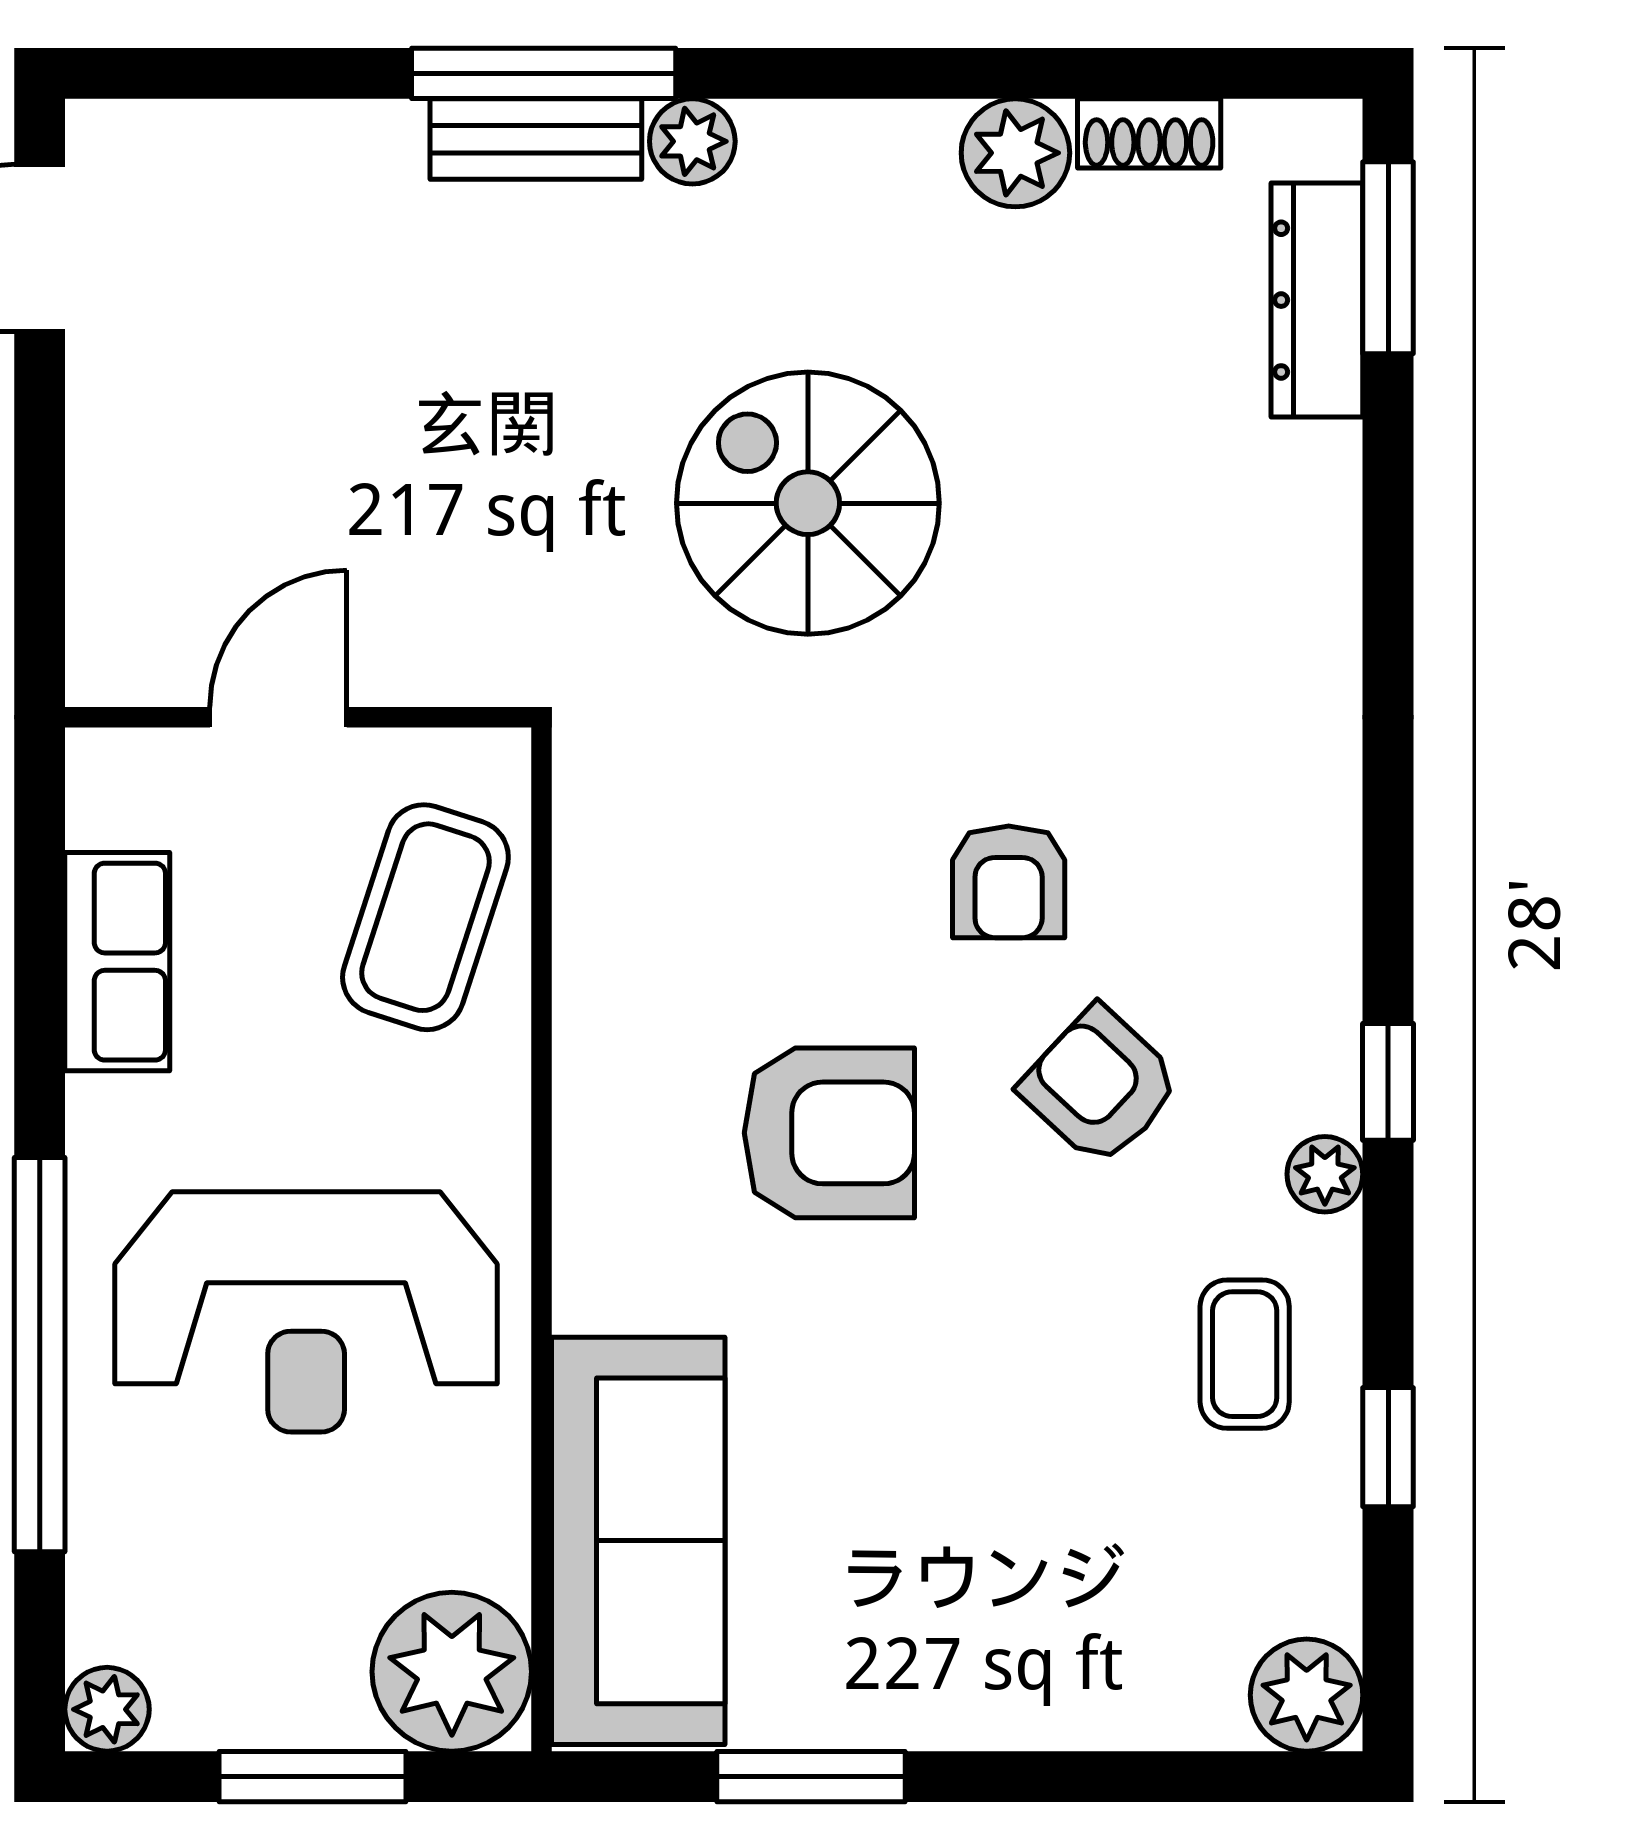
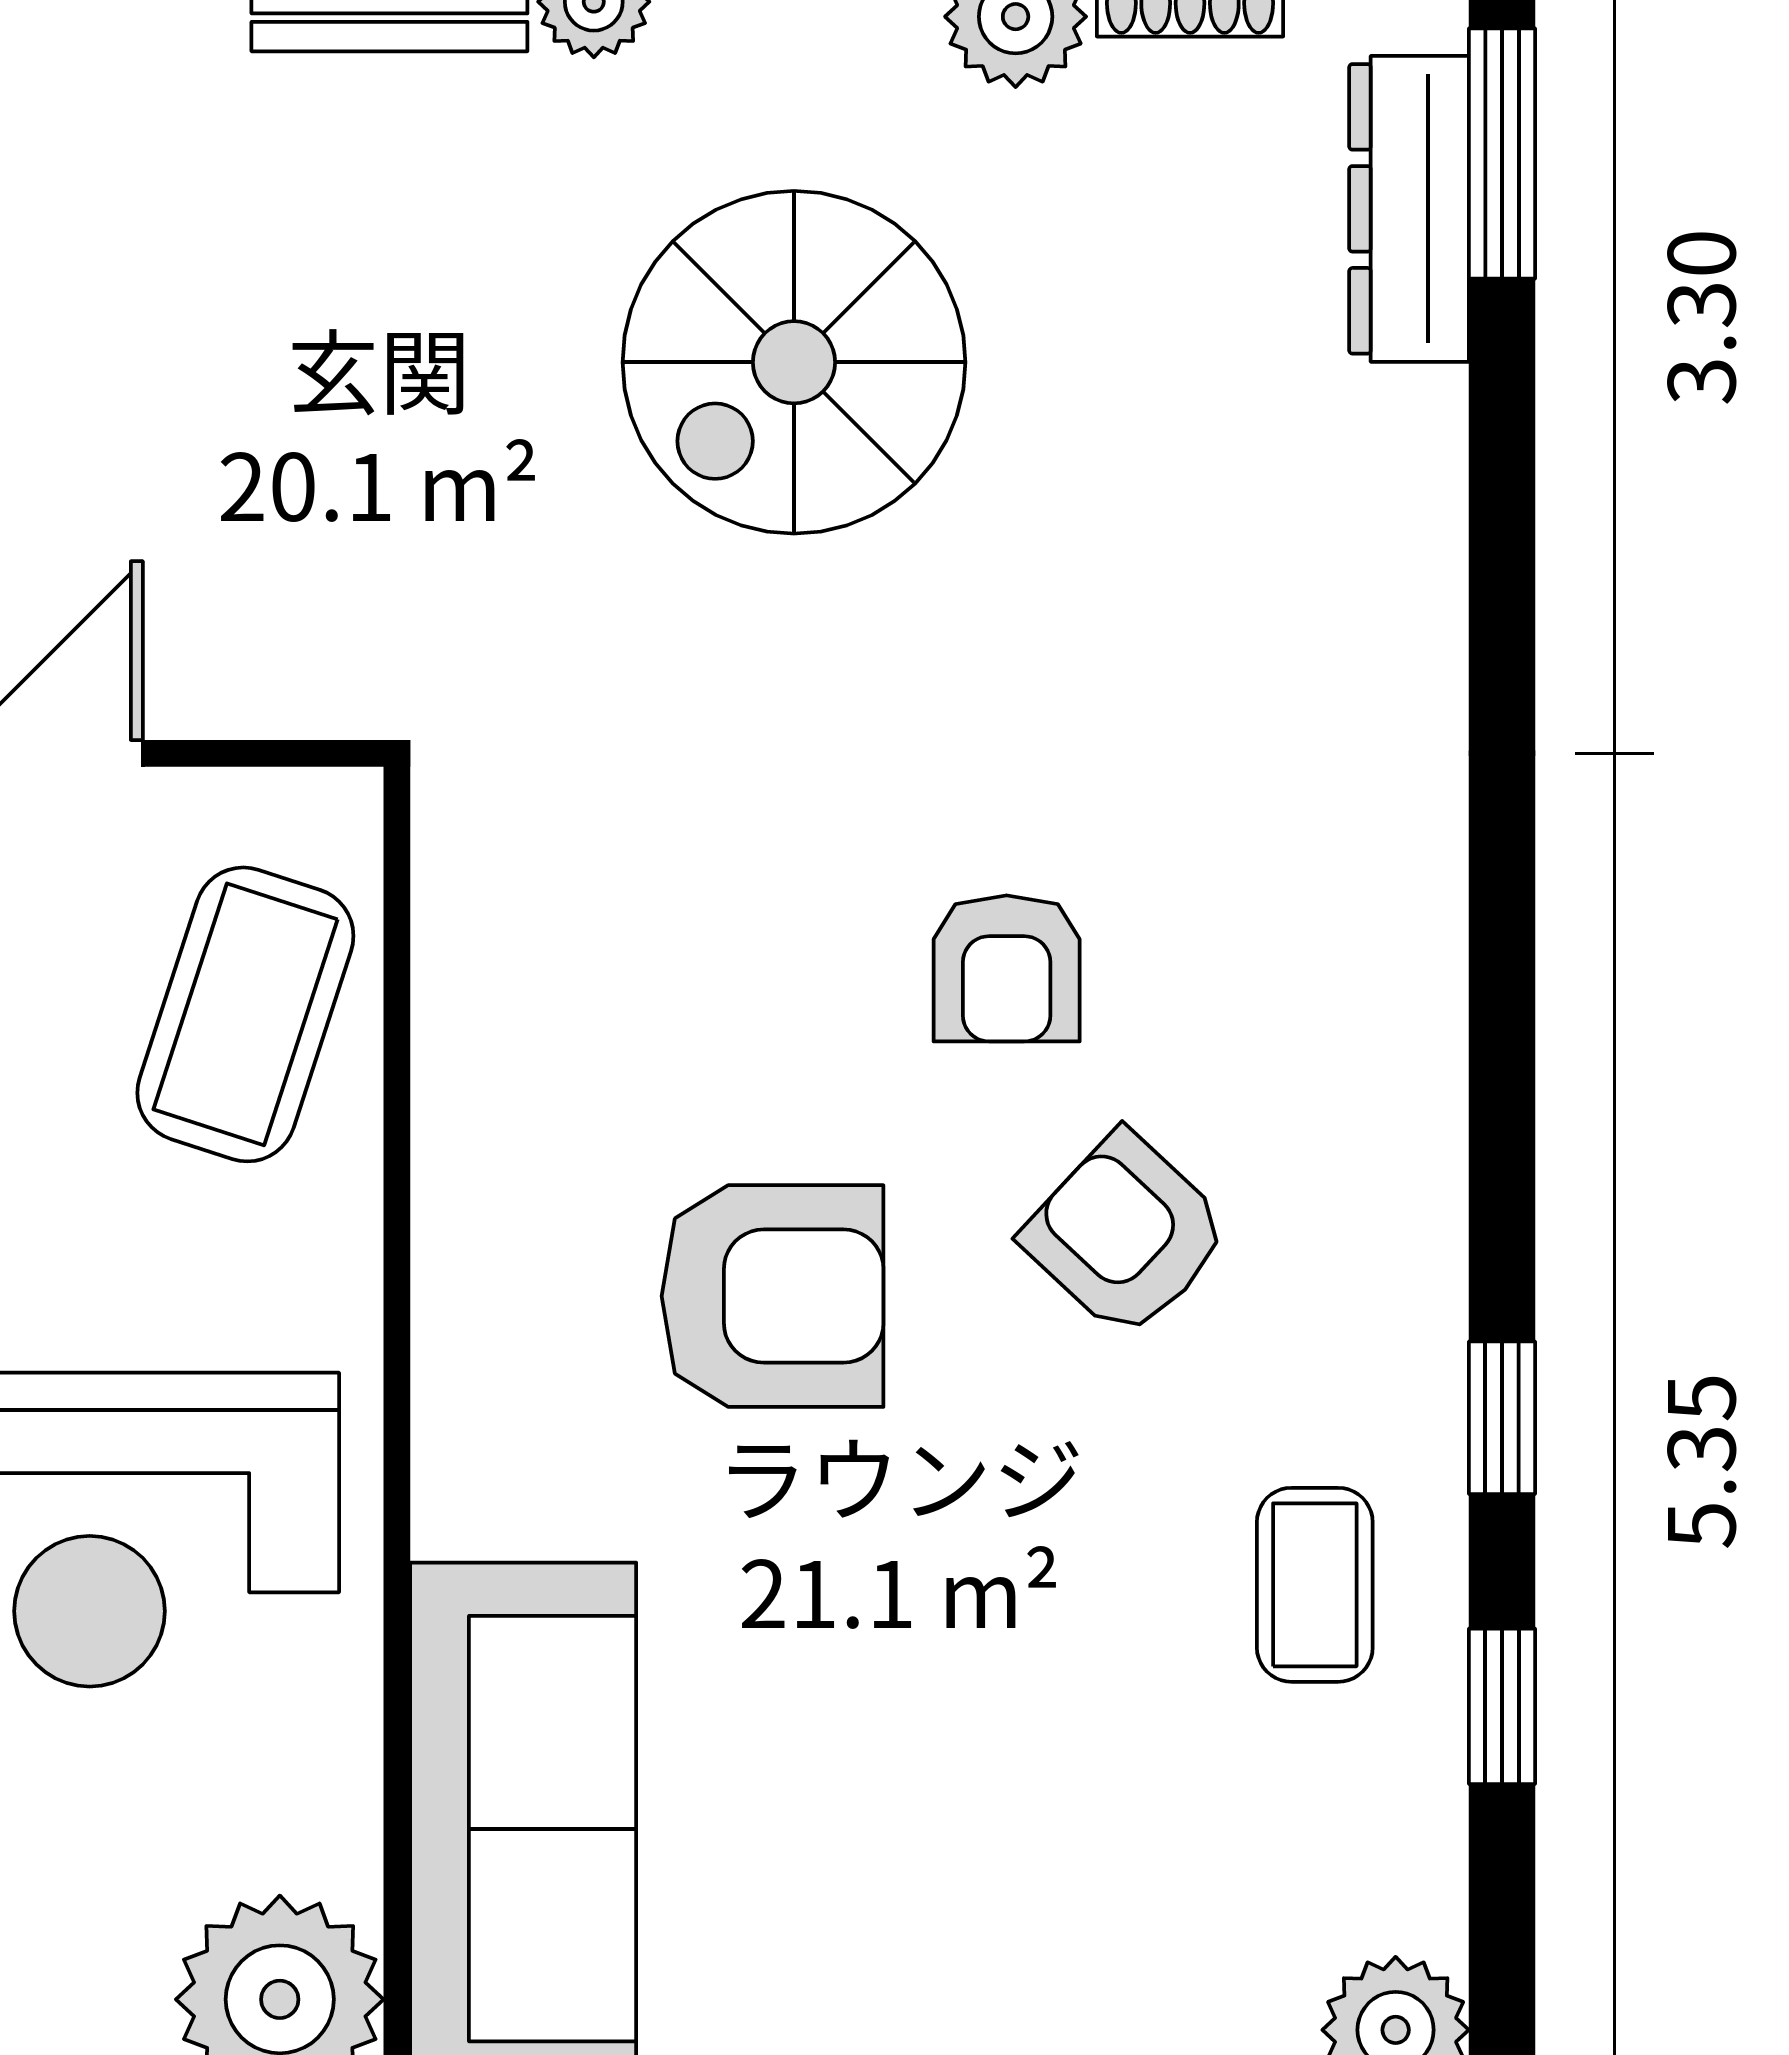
spiral stairs: (808, 503) -> (794, 362), moved, turned -90
window: (1388, 1082) -> (1502, 1418), moved
plant: (1325, 1174) -> (1420, 1350), removed

